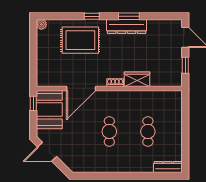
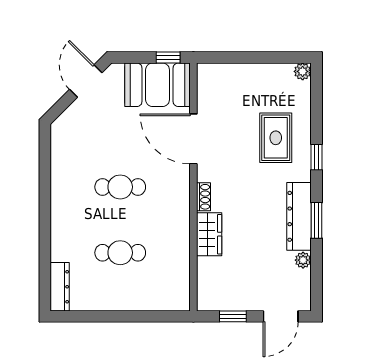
plant: (152, 24) -> (303, 260), added
rug: (80, 40) -> (276, 138), width x0.73, depth x0.70

